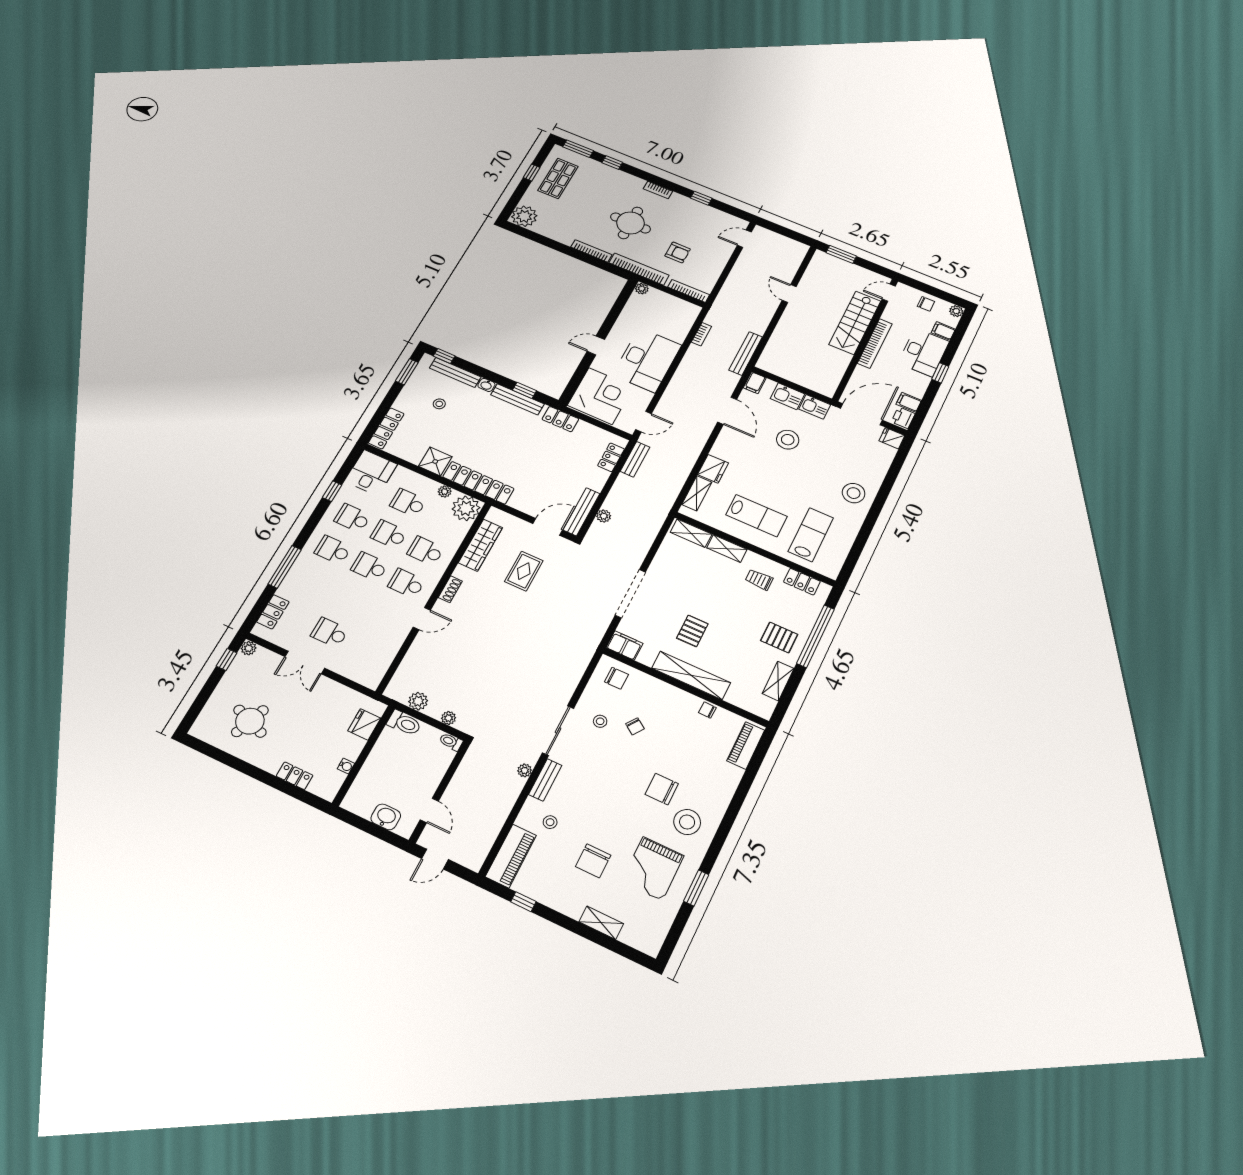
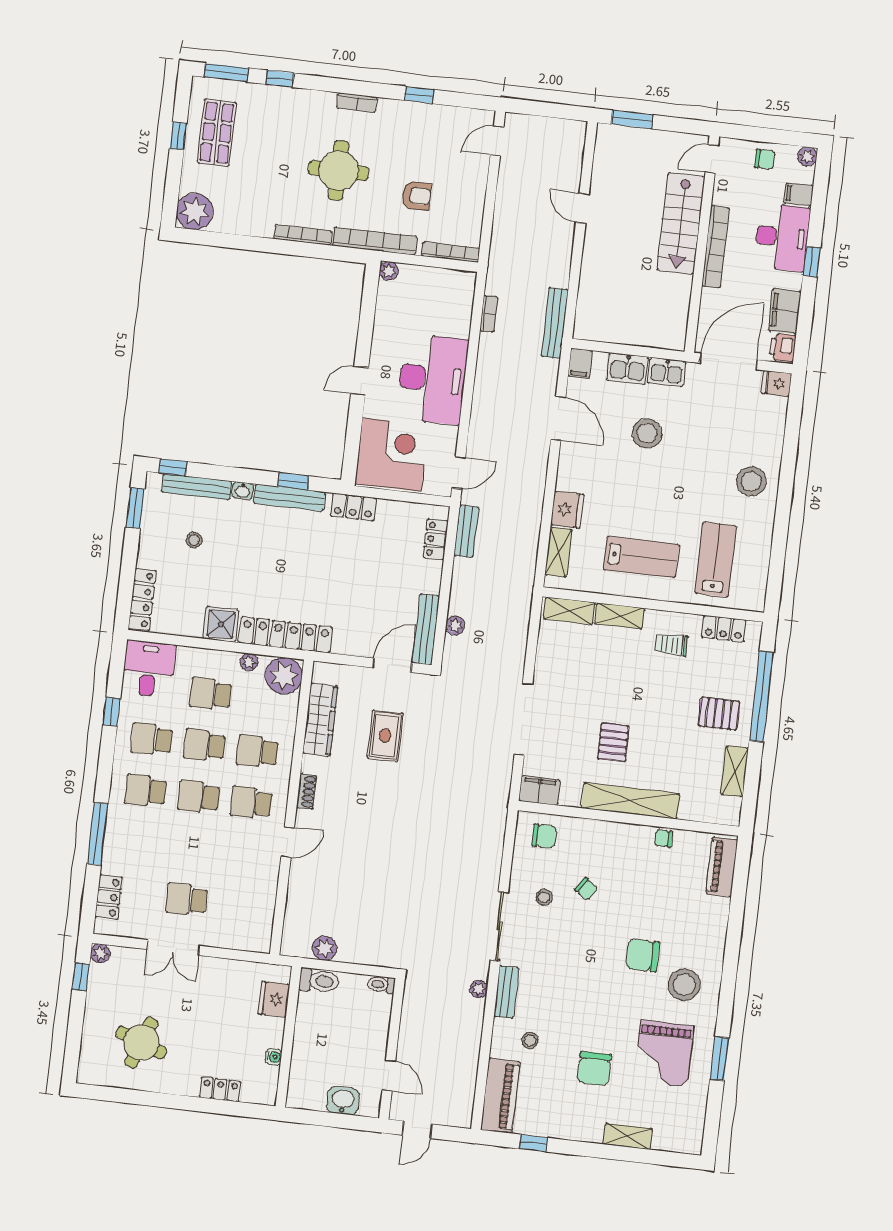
filing cabinet: (909, 402) -> (785, 311), width x2.00
plant: (449, 718) -> (368, 956), removed

